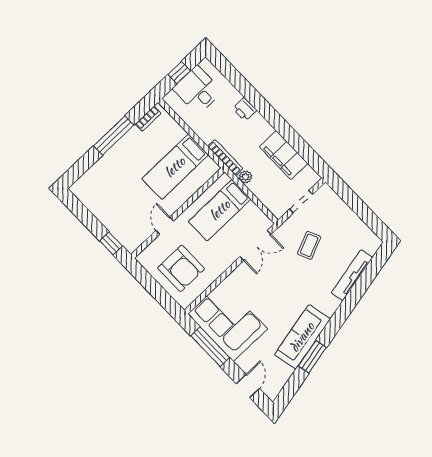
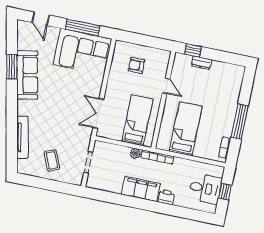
filing cabinet: (284, 155) -> (141, 189), moved
dresser: (111, 224) -> (201, 63), added
coffee table: (309, 245) -> (52, 160), moved
armchair: (181, 268) -> (136, 65), width x0.53, depth x0.53

